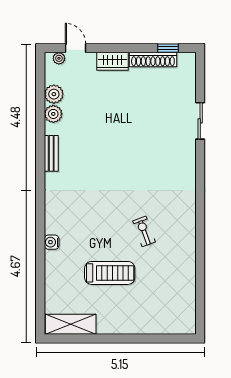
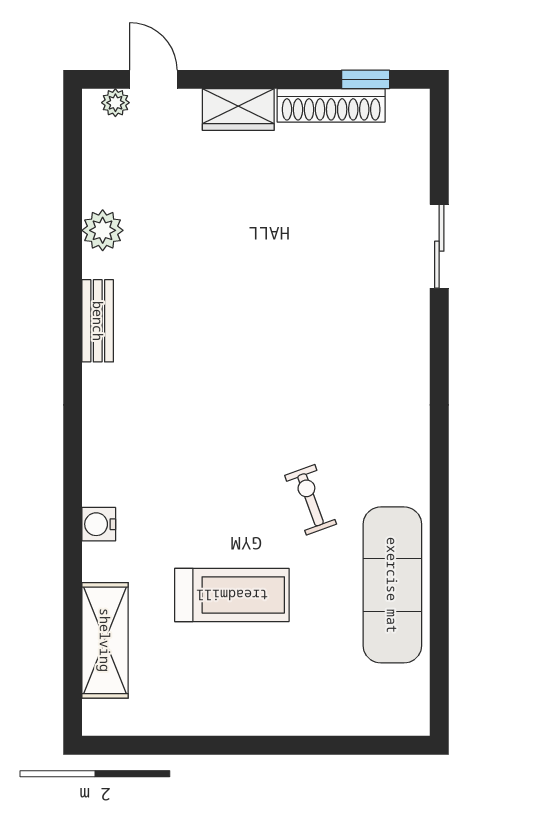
plant: (54, 94) -> (104, 185), removed
exercise mat: (180, 269) -> (392, 585), added
shelving: (71, 324) -> (105, 640), moved, turned 90

